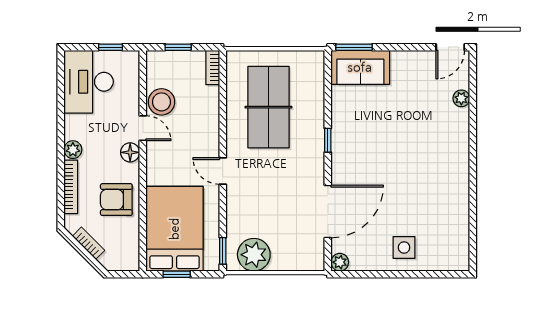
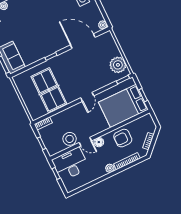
desk: (89, 82) -> (71, 164), moved, turned 180
table tennis table: (268, 107) -> (49, 90), turned 90
door: (143, 128) -> (85, 142), swing flipped
armchair: (116, 200) -> (123, 138), turned 90

